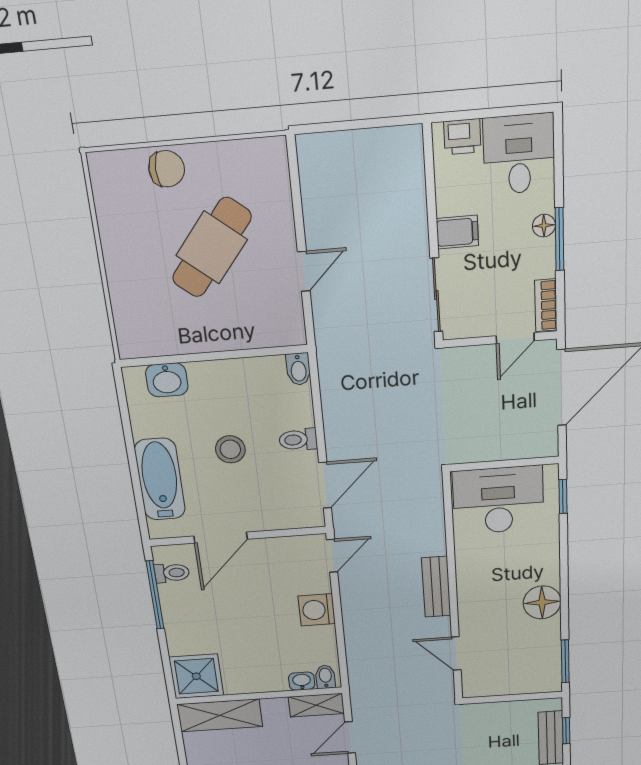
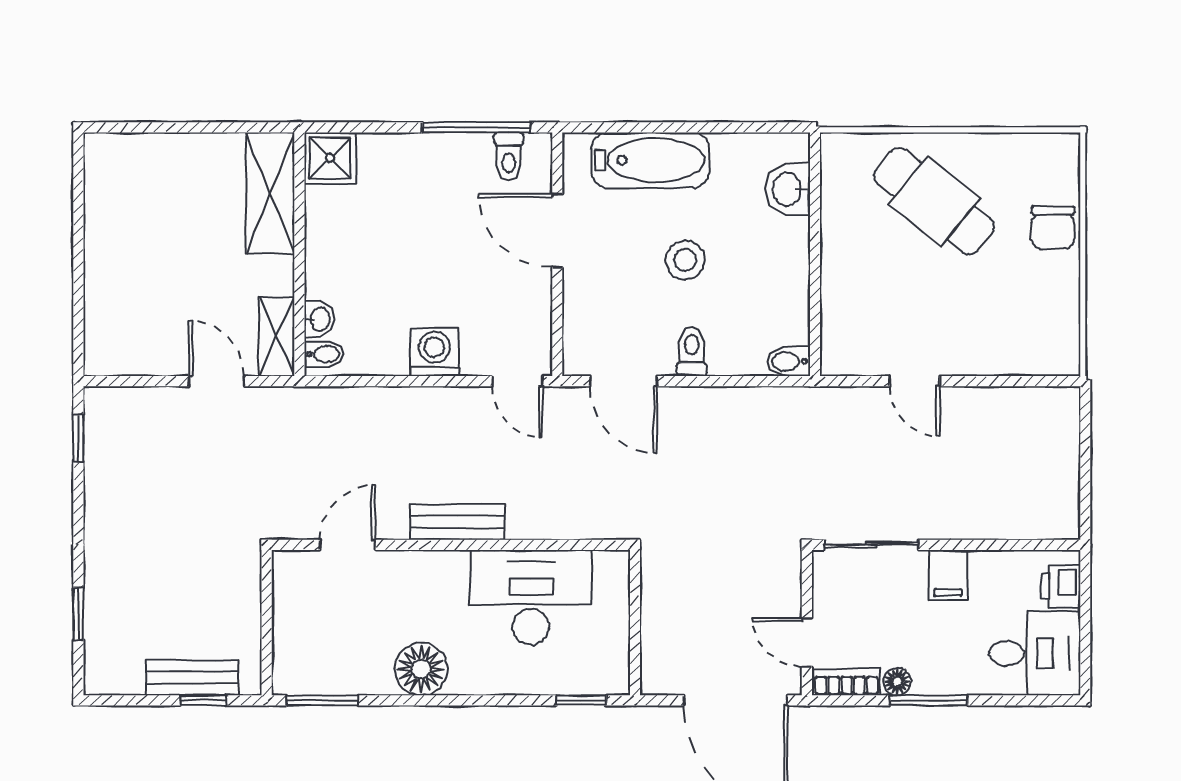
floor lamp: (544, 226) -> (897, 682), moved
cafe table: (212, 248) -> (934, 201), moved
desk: (498, 500) -> (531, 597), moved, turned -90
shower: (196, 676) -> (330, 158), width x0.73, depth x0.73

